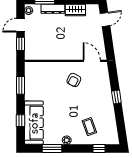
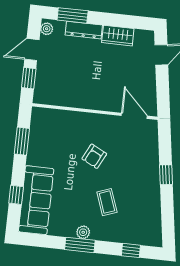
armchair: (74, 80) -> (94, 156), moved
coffee table: (89, 127) -> (107, 202), moved
window: (52, 149) -> (80, 245), moved

